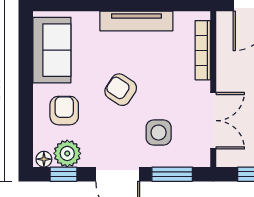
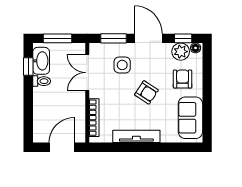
armchair: (64, 111) -> (183, 79), turned 180

